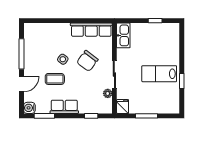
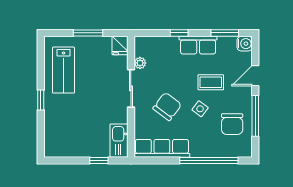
window: (56, 21) -> (209, 160), added
window: (155, 21) -> (99, 160), moved
chair: (39, 48) -> (232, 124), added
lab bench: (159, 74) -> (64, 70), moved, turned 90
window: (182, 81) -> (41, 100), moved
window: (91, 116) -> (179, 33), moved

